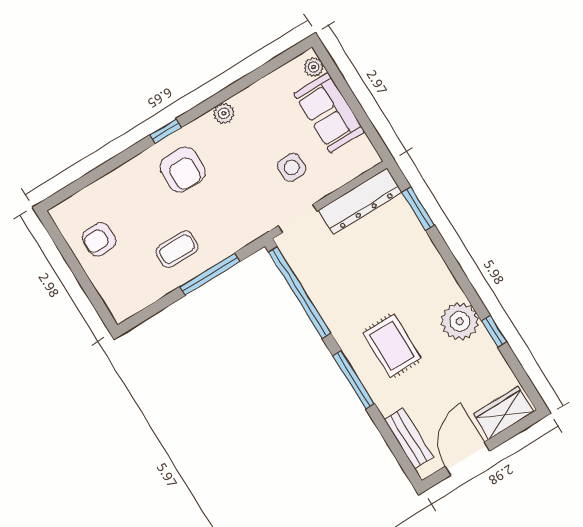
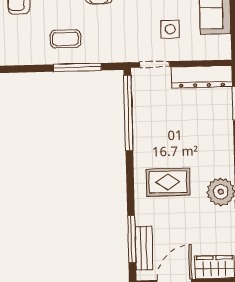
rug: (392, 346) -> (168, 182), turned 90
window: (354, 380) -> (132, 239), moved

